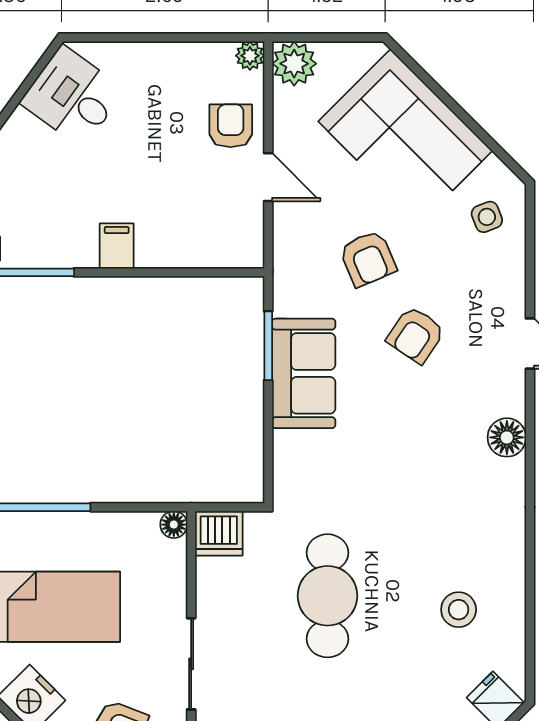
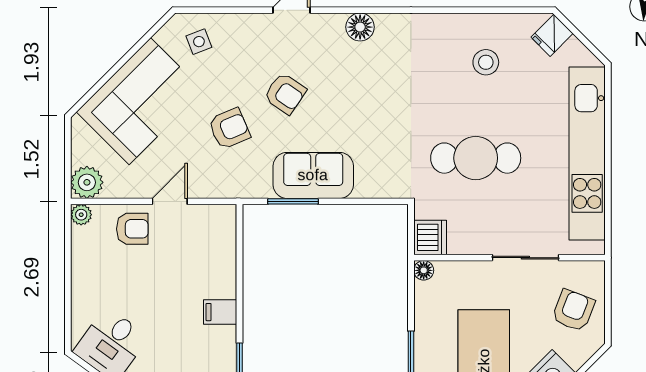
armchair: (231, 126) -> (132, 229), turned 180

